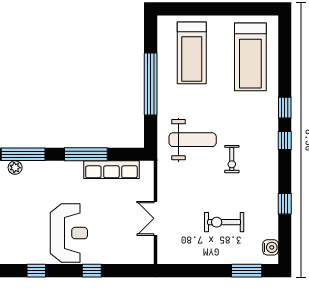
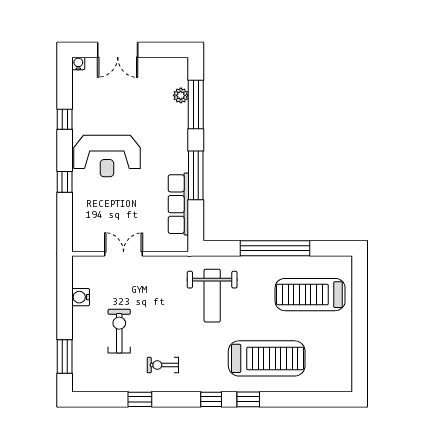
treadmill: (250, 57) -> (267, 358), moved, turned 180
exercise bike: (232, 159) -> (163, 365), moved
water cooler: (271, 247) -> (81, 297), moved, turned 90

